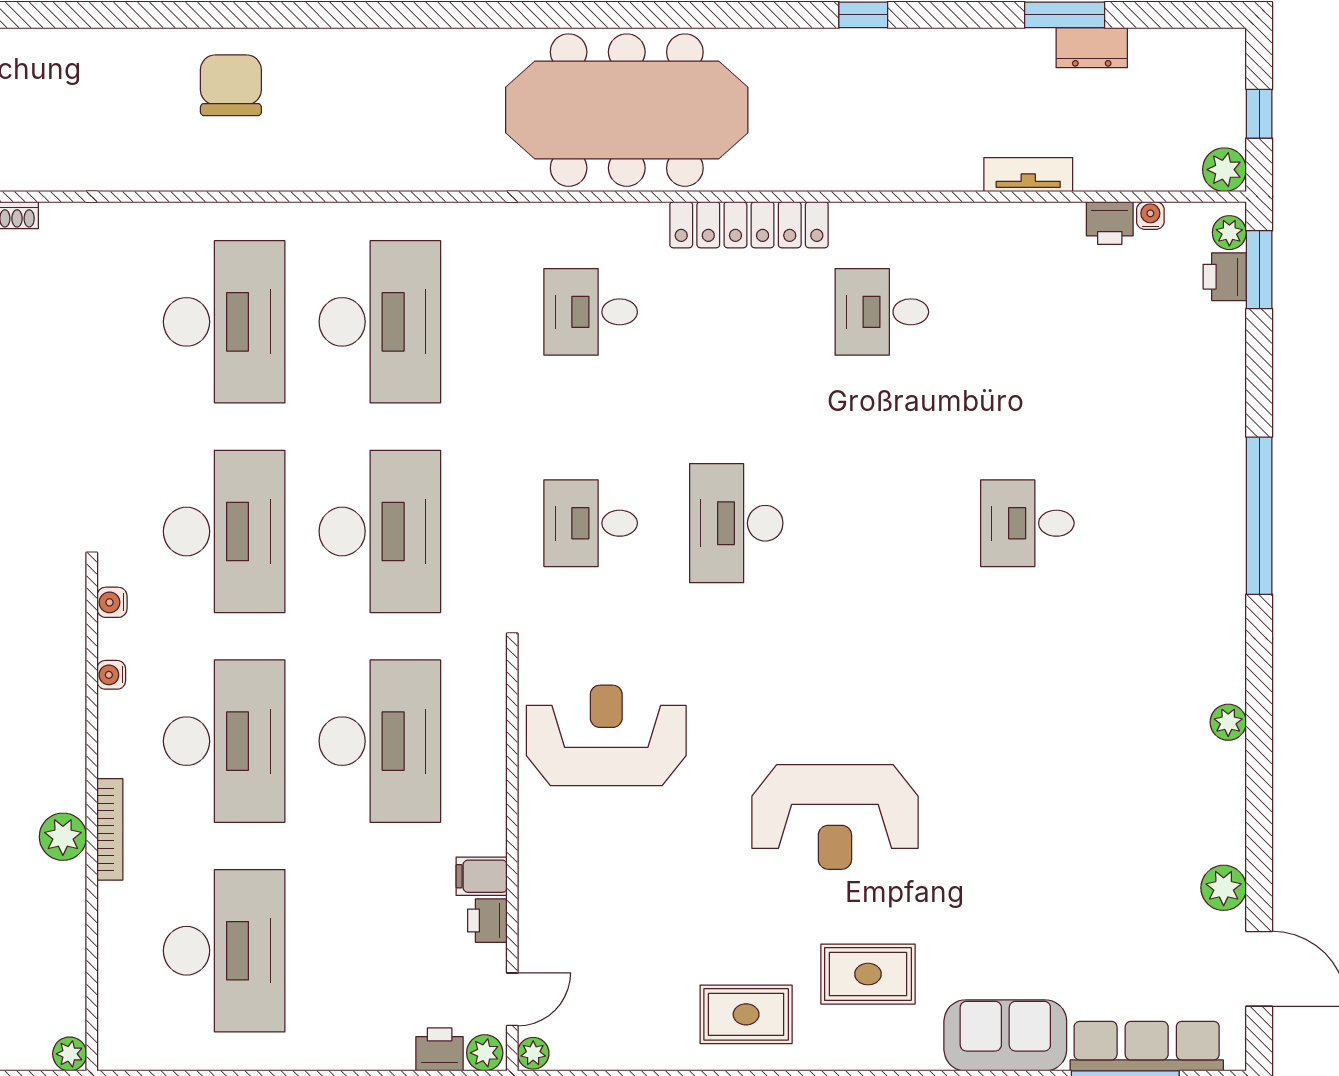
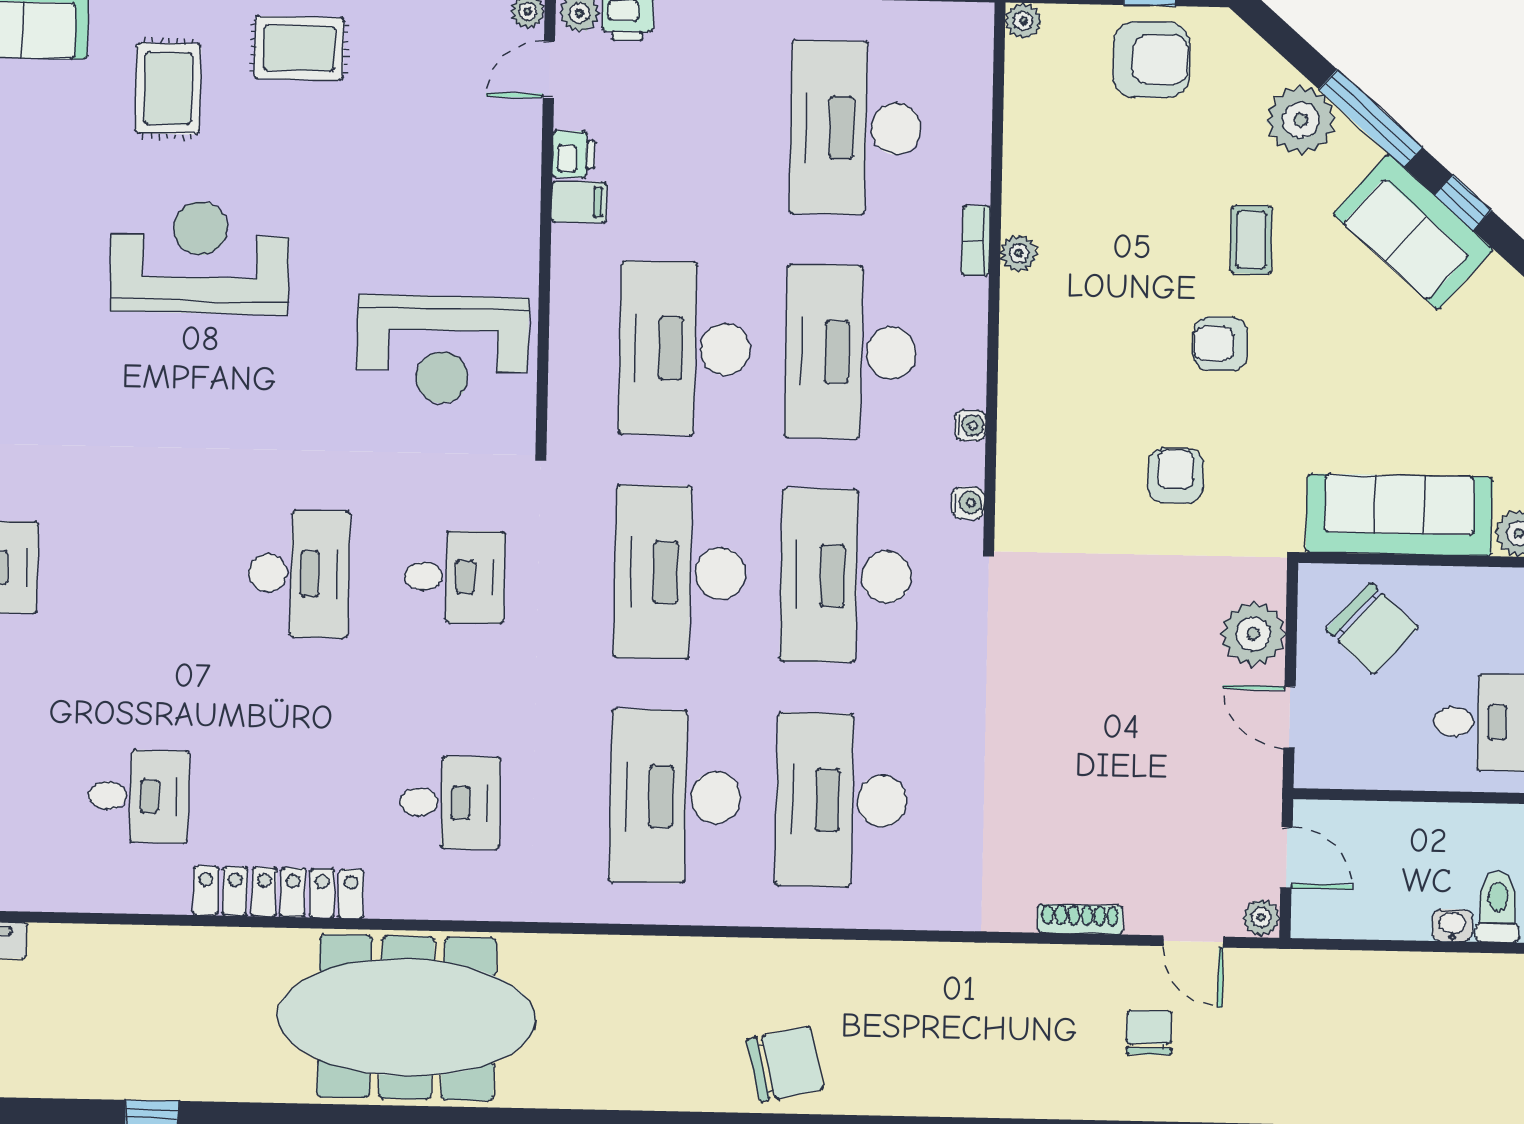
chair: (231, 85) -> (785, 1064), moved, turned -103
bookcase: (110, 829) -> (976, 241), width x0.64
plant: (63, 837) -> (1019, 253), width x0.73, depth x0.73
rug: (868, 974) -> (168, 89), turned 90

